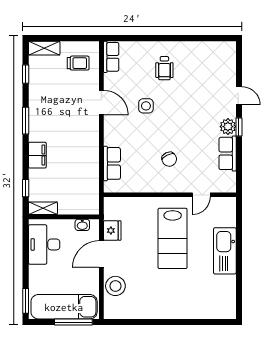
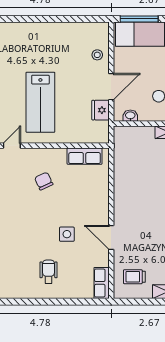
row of seats: (112, 163) -> (85, 156), moved, turned -90
lab bench: (173, 238) -> (40, 102), turned 180
stool: (115, 286) -> (97, 55), width x0.53, depth x0.53

